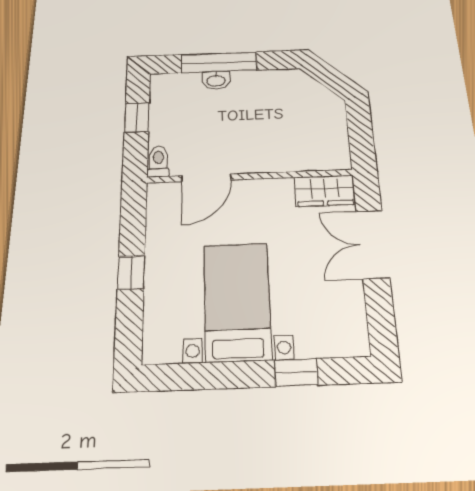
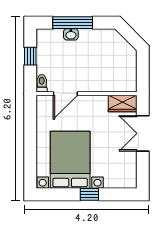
window: (131, 272) -> (30, 143), removed
bed with nightstands: (237, 301) -> (70, 160), width x1.36
window: (296, 373) -> (89, 194), moved

